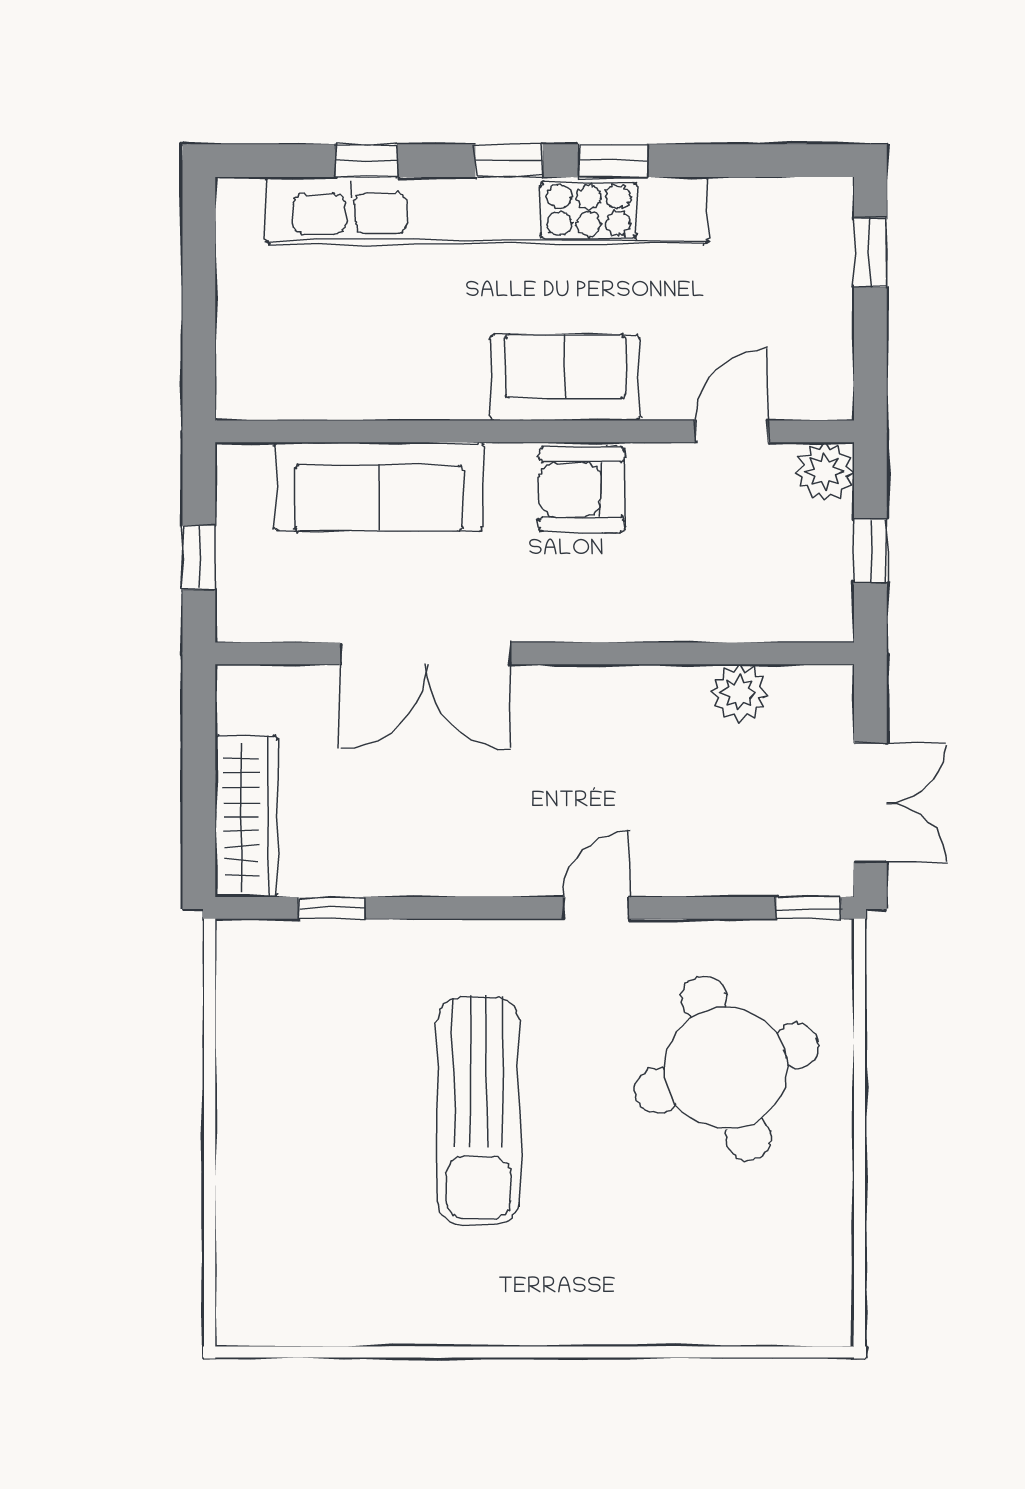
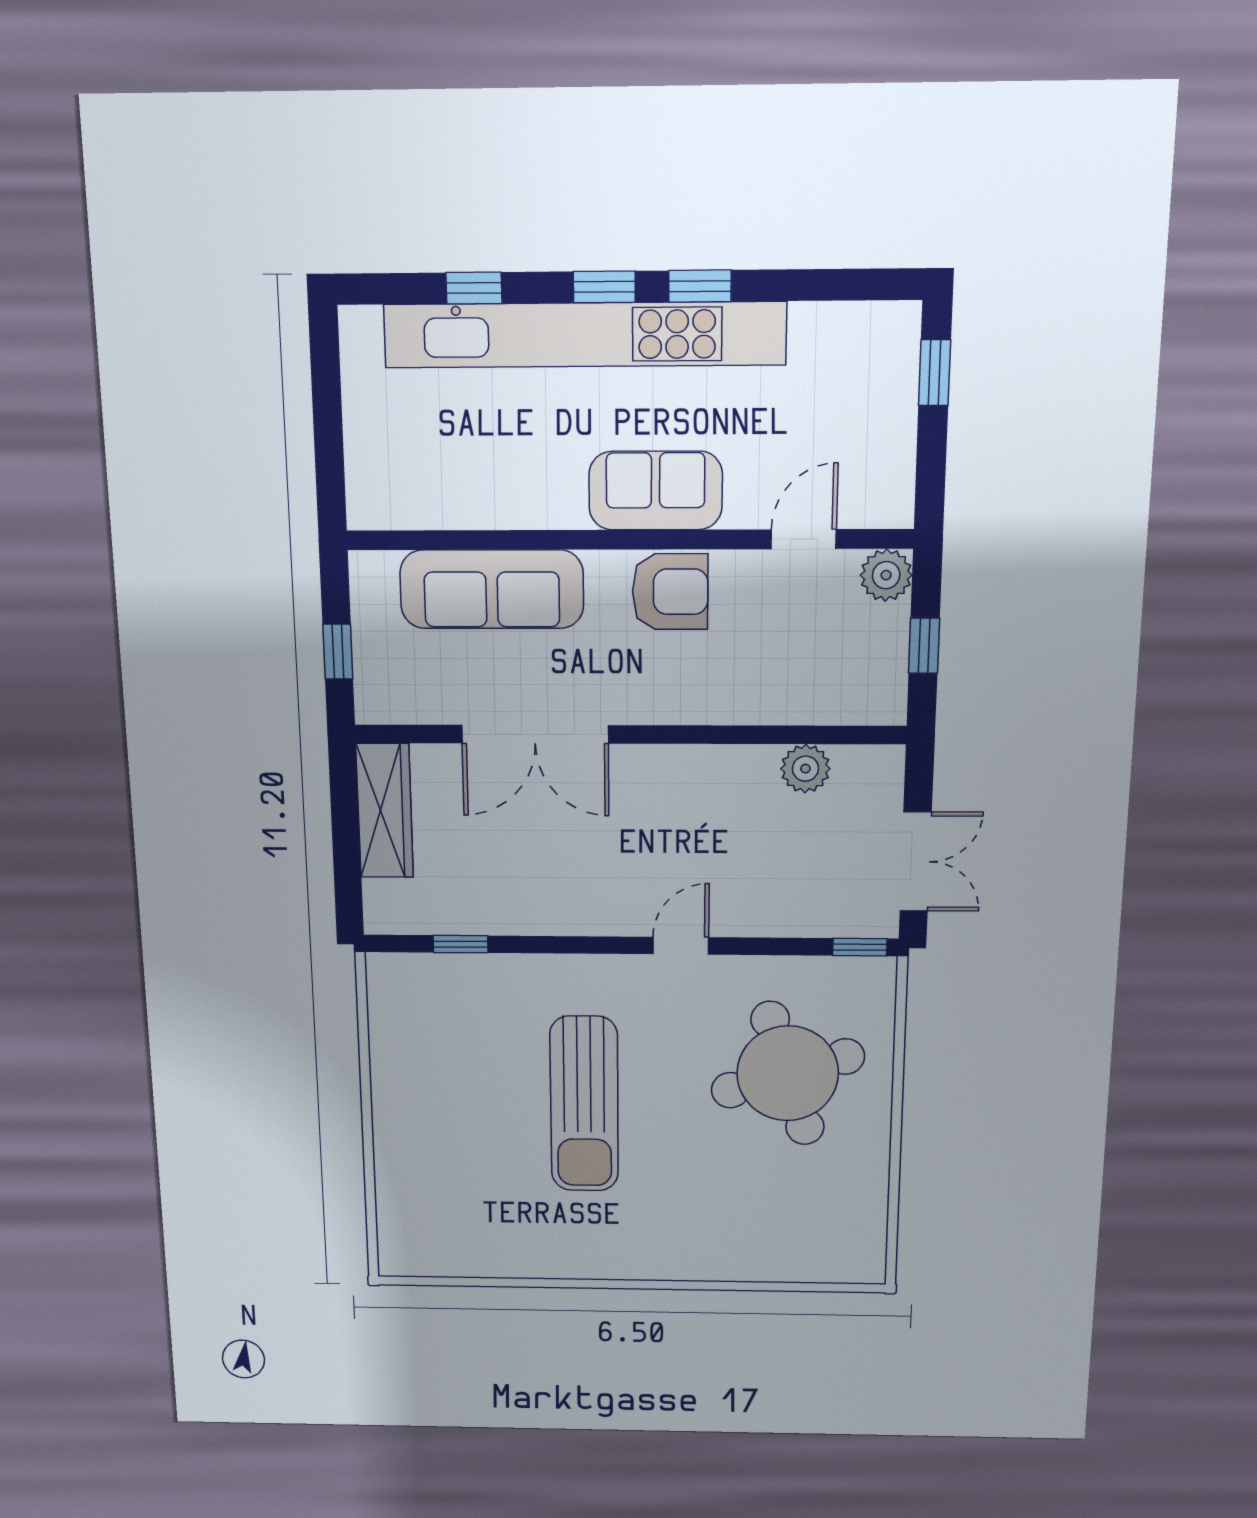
armchair: (582, 489) -> (670, 592), turned 180
wardrobe: (246, 817) -> (385, 811), moved

